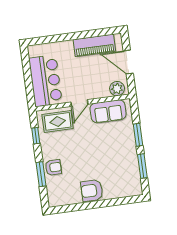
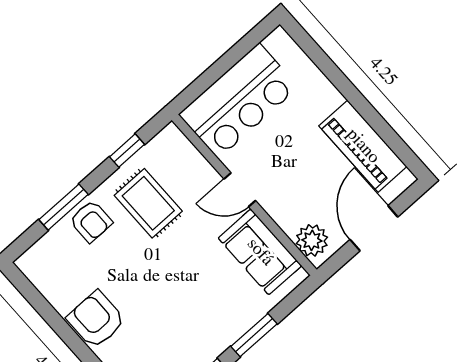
rug: (58, 121) -> (148, 203), moved

